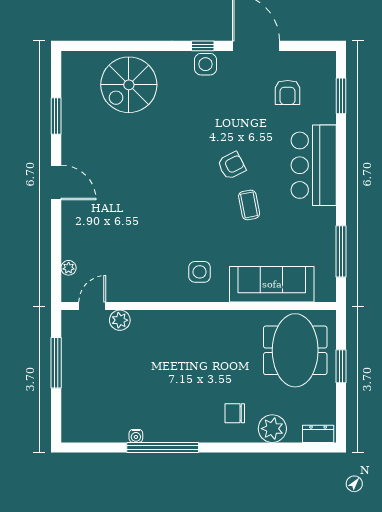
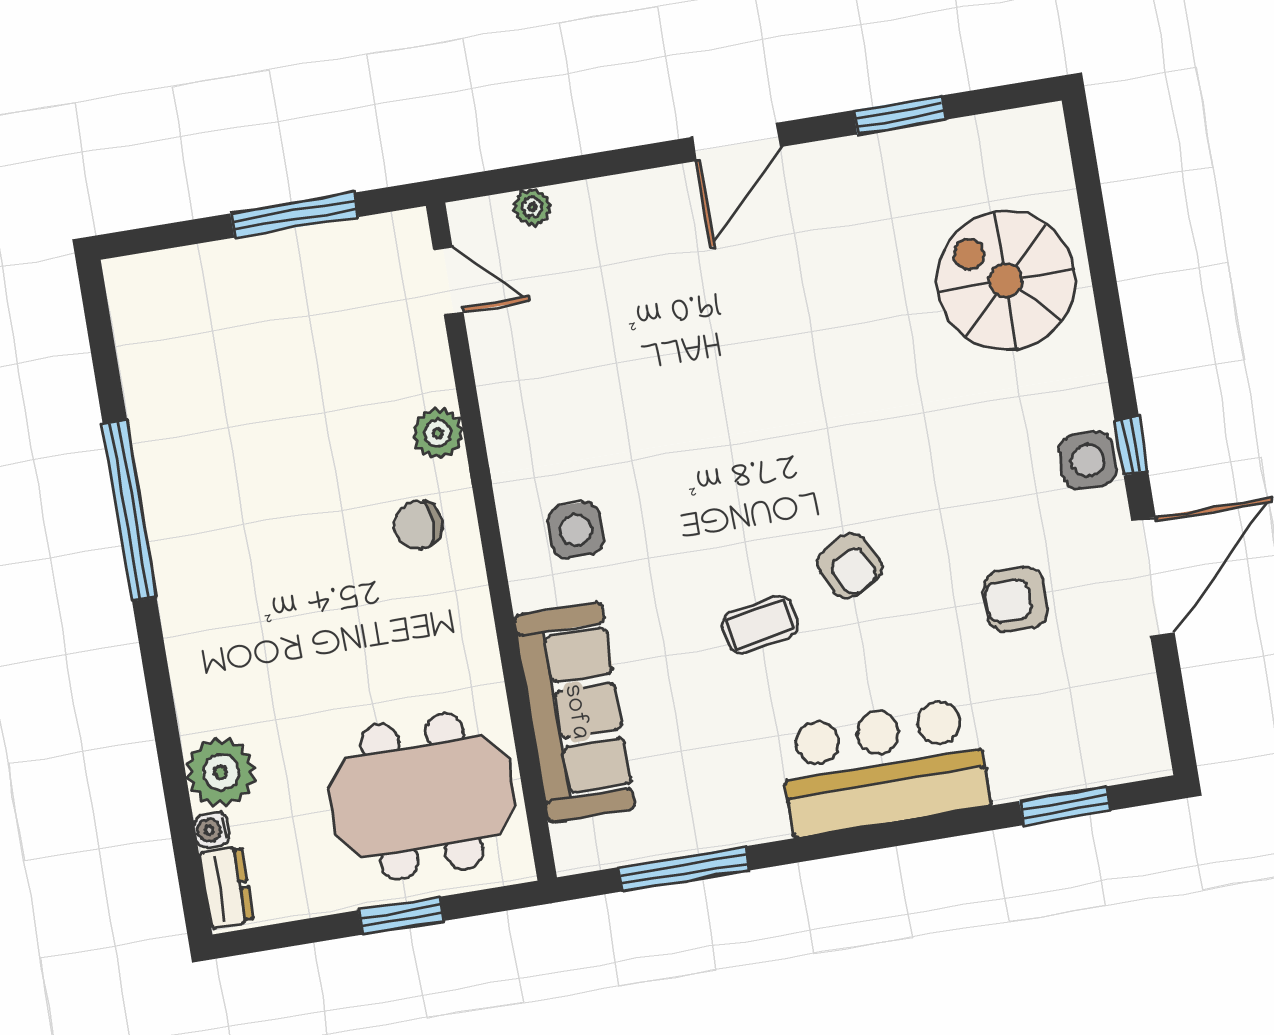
armchair: (288, 92) -> (1015, 600), moved
plant: (120, 320) -> (438, 433), moved
chair: (235, 413) -> (418, 525), moved, turned -90
water cooler: (136, 436) -> (212, 830), moved

